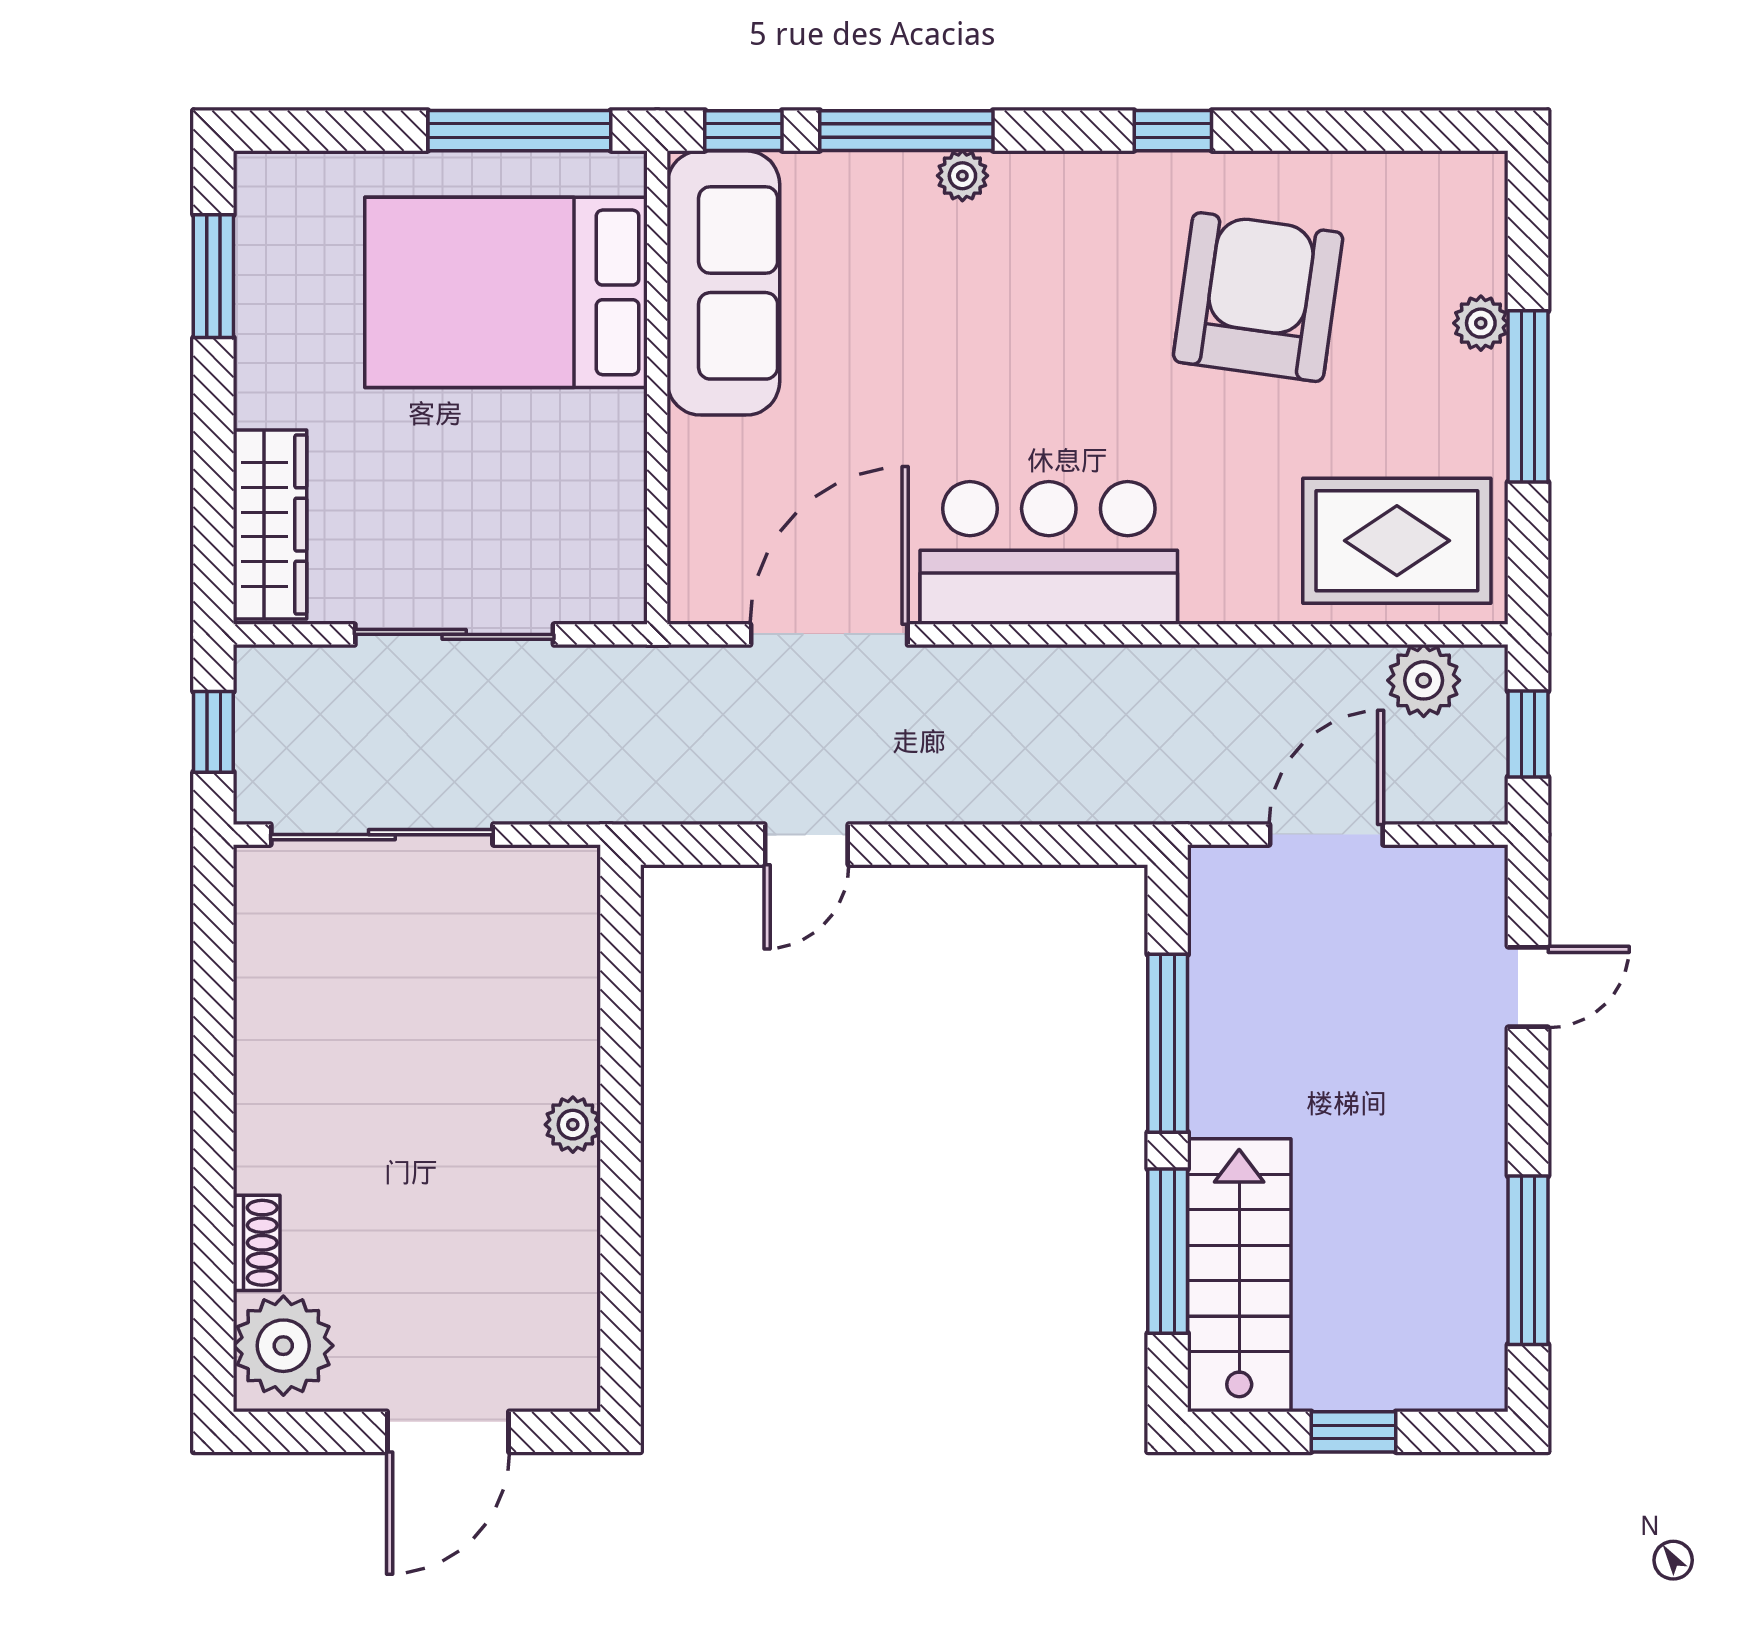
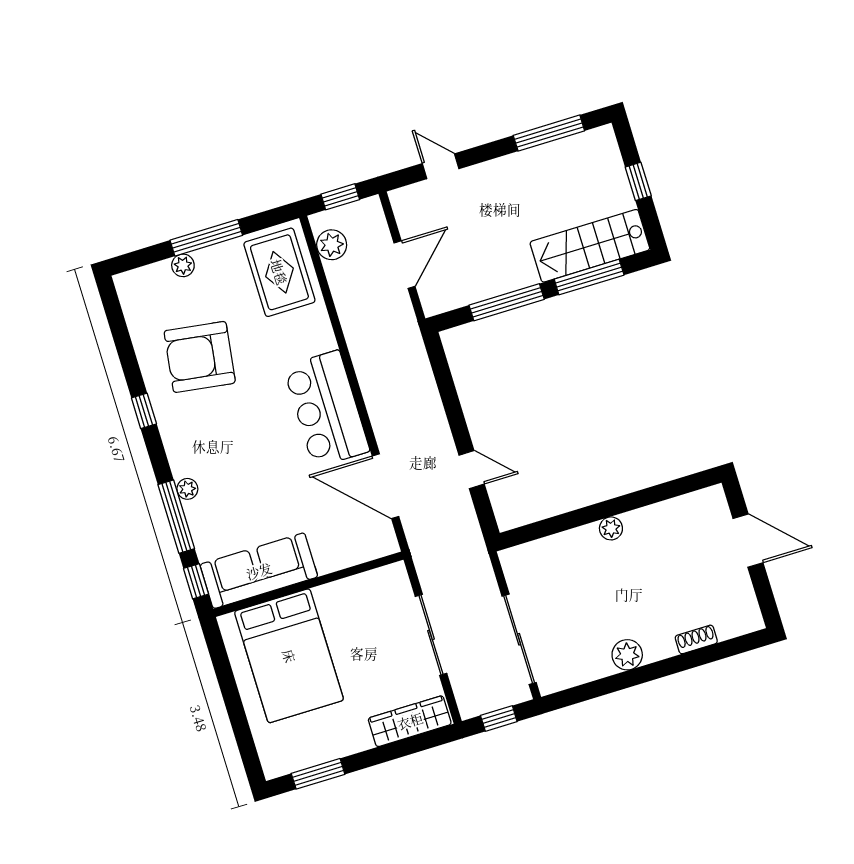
window: (519, 131) -> (223, 670), removed
door: (1326, 835) -> (405, 265), swing flipped
plant: (283, 1346) -> (627, 655), moved, width x0.73, depth x0.73

